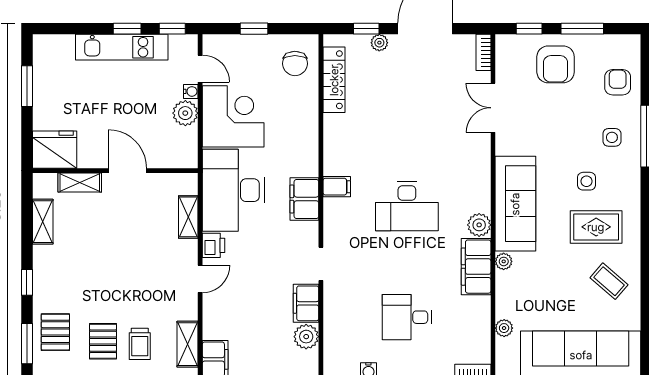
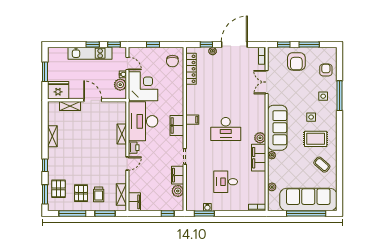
fridge: (55, 150) -> (58, 90), moved
wall: (115, 171) -> (87, 100), moved
door: (127, 171) -> (93, 100), moved
shelving: (80, 183) -> (70, 106), moved

